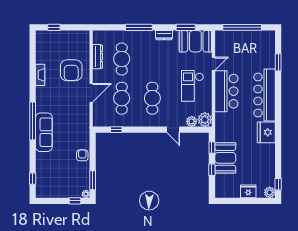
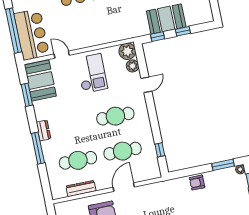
dresser: (164, 35) -> (43, 130), moved
checkout: (192, 86) -> (92, 73), turned -90
bar counter: (226, 91) -> (32, 34), moved, turned 90
door: (91, 93) -> (124, 187), hinge flipped

